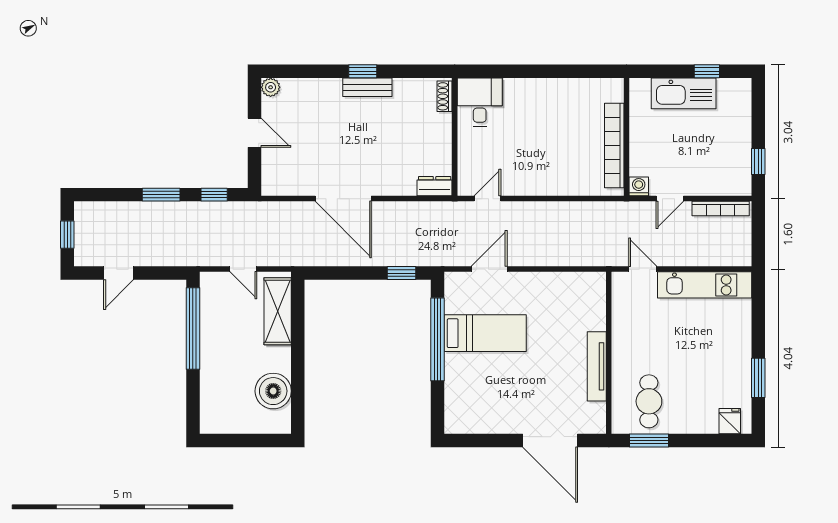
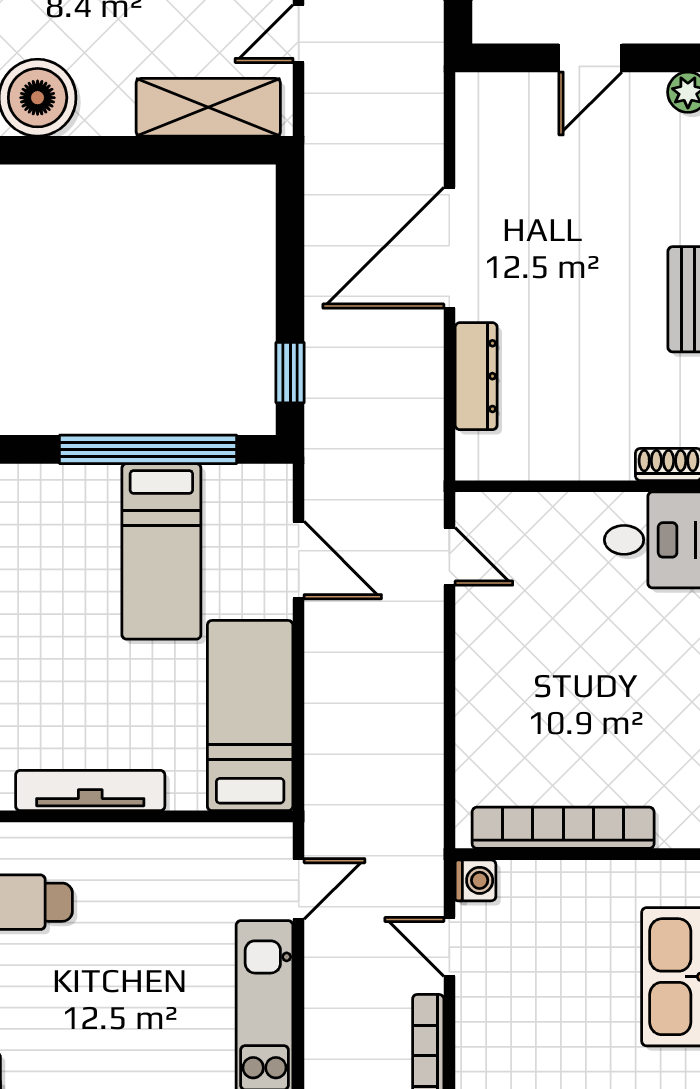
dresser: (435, 186) -> (476, 376), moved, width x1.44
bed: (562, 292) -> (250, 716), added

